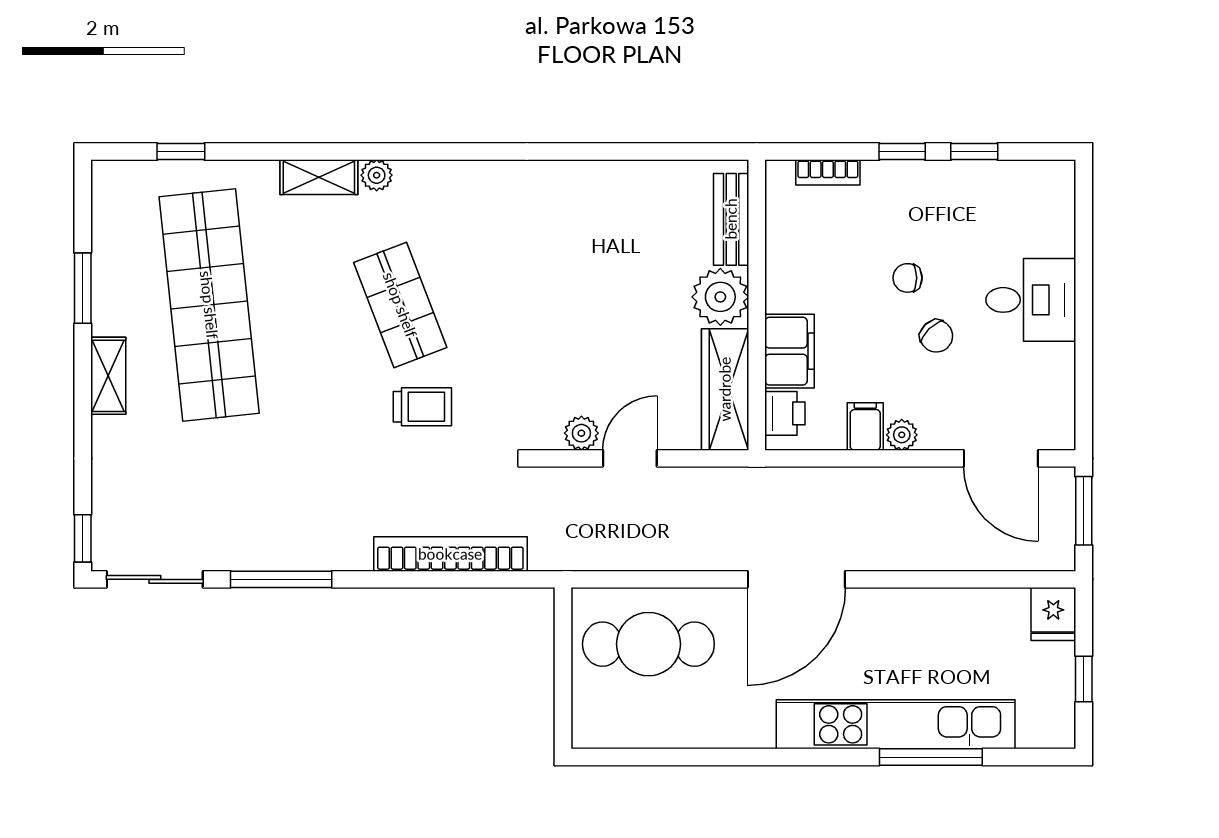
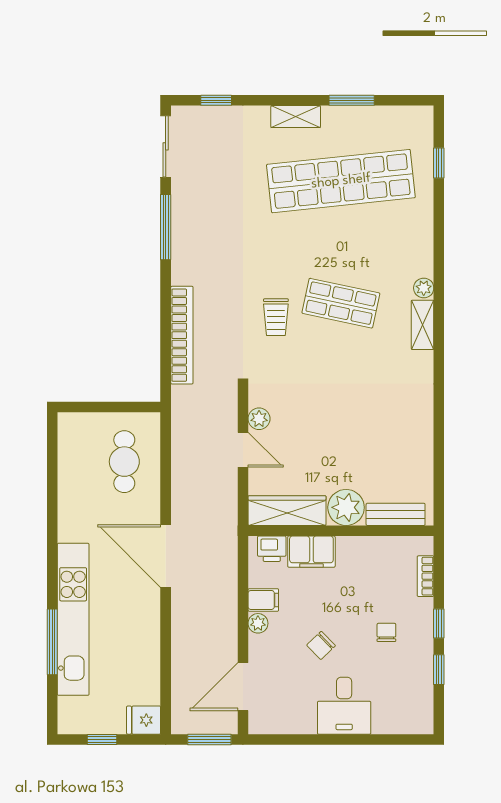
shelving: (319, 177) -> (423, 325), moved
chair: (908, 278) -> (386, 632), moved
shop shelf: (400, 305) -> (341, 303), turned 33
window: (83, 538) -> (216, 100), moved
cafe table: (648, 644) -> (124, 462), width x0.73, depth x0.74

